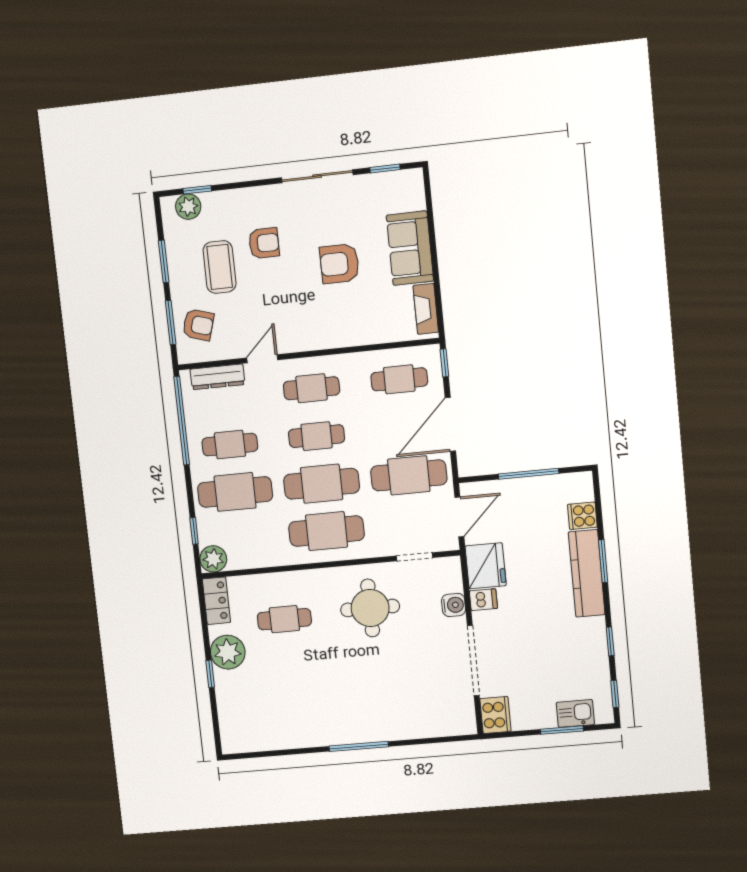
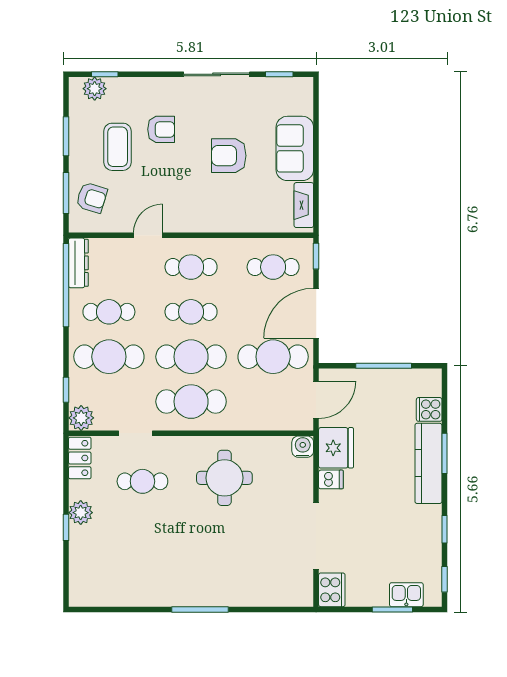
dresser: (217, 377) -> (78, 263), moved, turned -90
doorway: (415, 557) -> (135, 433), moved
water cooler: (454, 605) -> (303, 447), moved, turned -90
plant: (228, 652) -> (81, 513), width x0.73, depth x0.73

